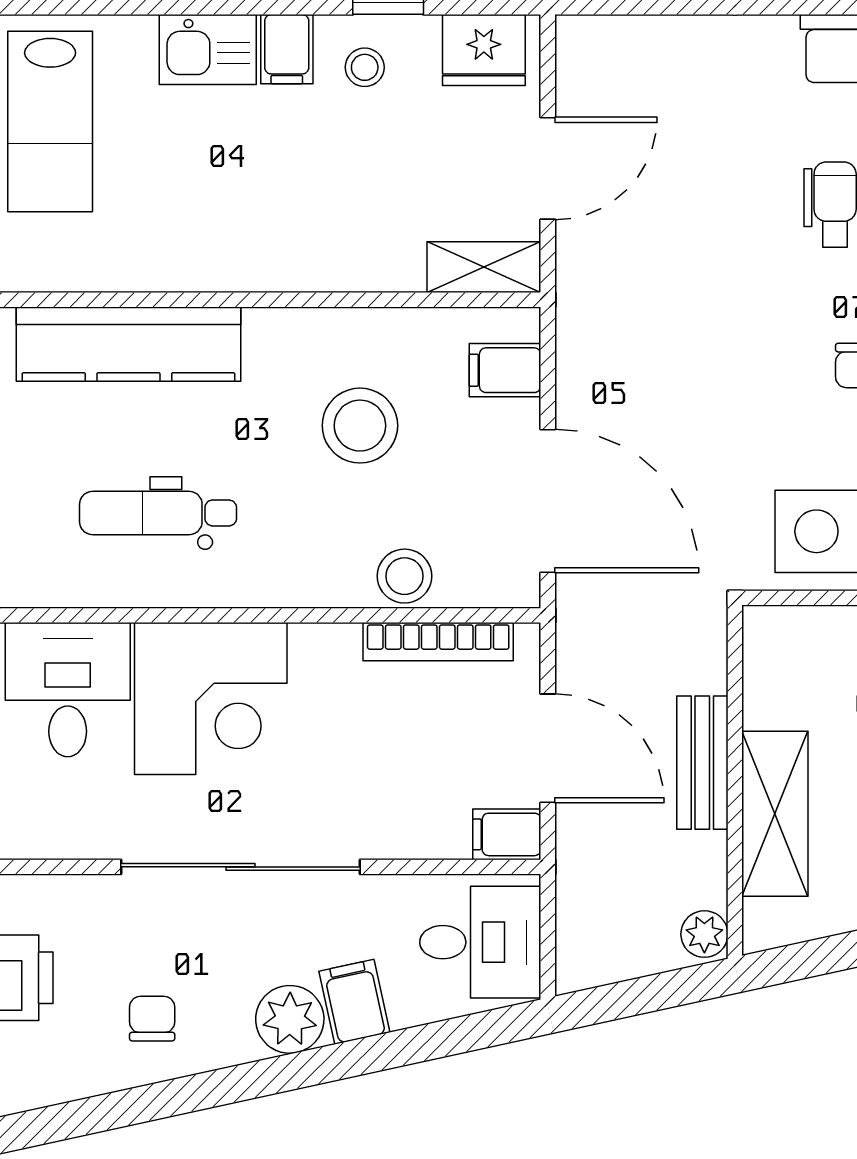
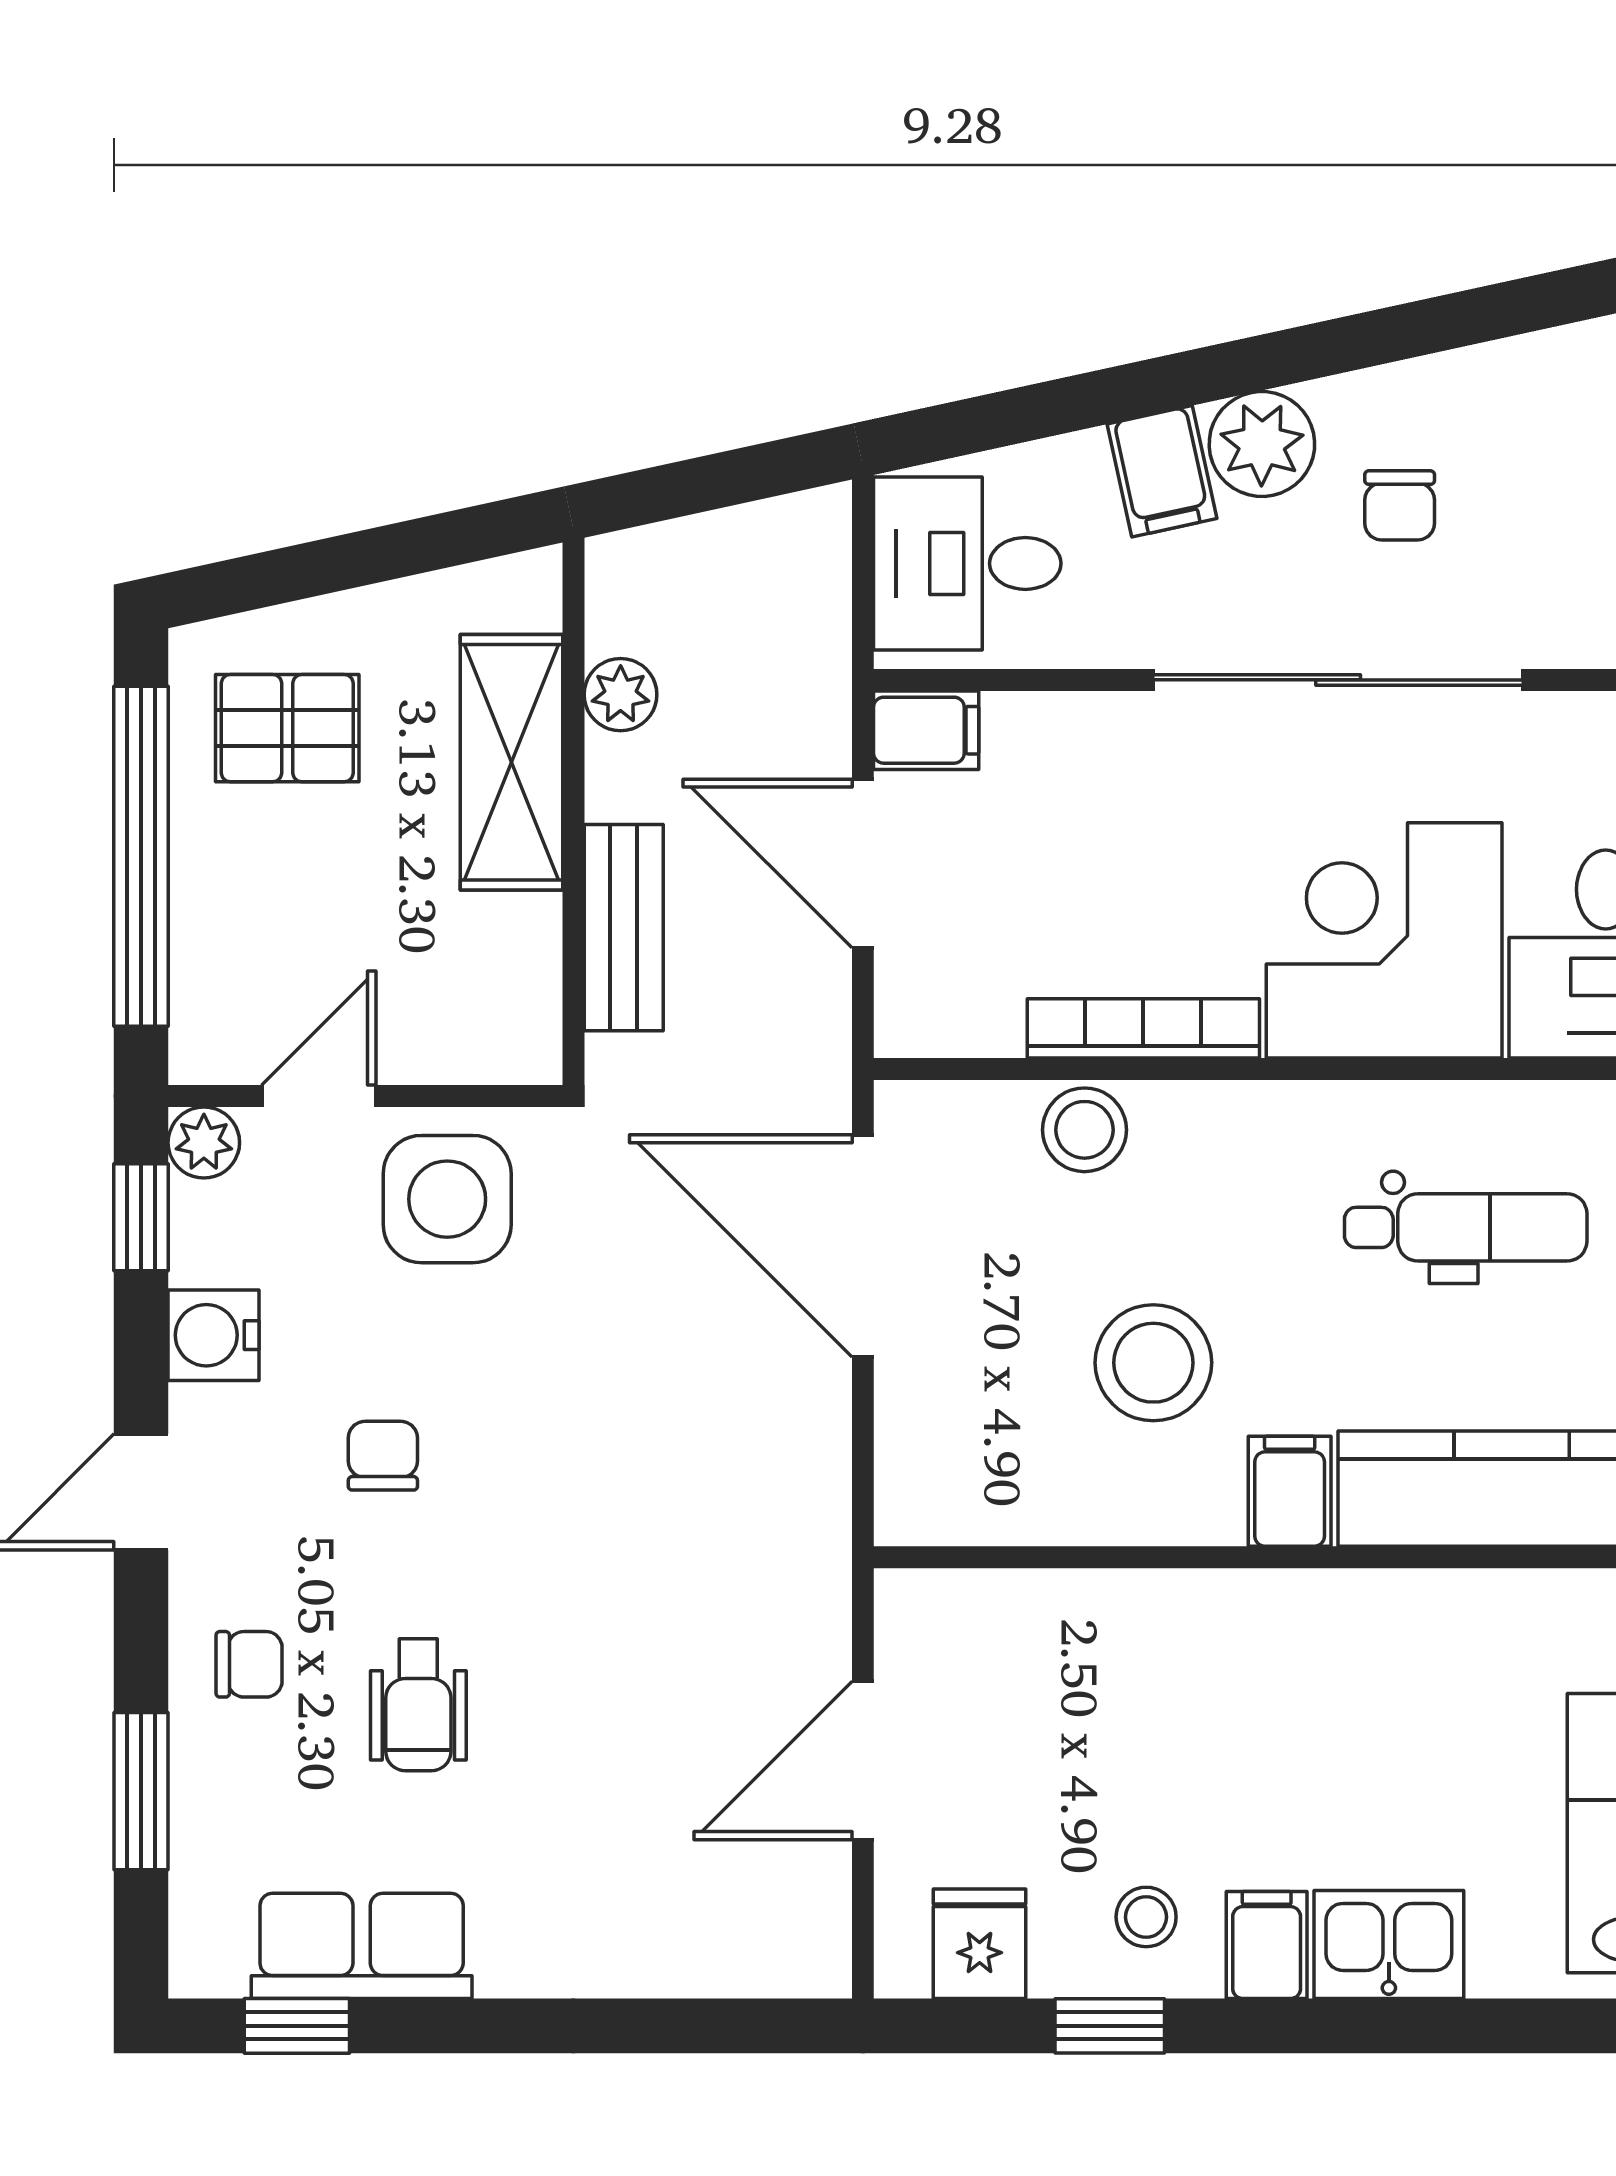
fridge: (484, 50) -> (980, 1944), width x0.72
shelving: (484, 267) -> (962, 1608), removed
filing cabinet: (505, 370) -> (1290, 1491), moved, turned -90
bookcase: (438, 642) -> (1143, 1028), moved
bench: (702, 763) -> (624, 928), moved
plant: (704, 934) -> (621, 695), moved
chair: (152, 1019) -> (1400, 505), moved

